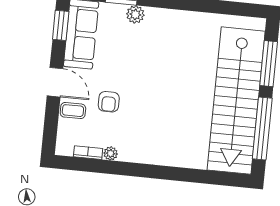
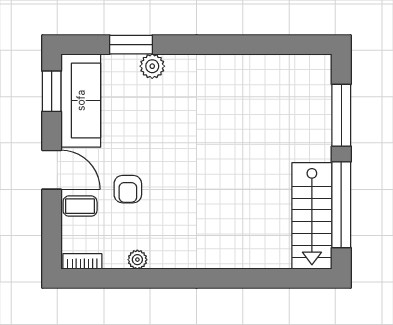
stairs: (236, 101) -> (312, 216), width x0.54, depth x0.66
bookcase: (88, 153) -> (82, 261), moved

